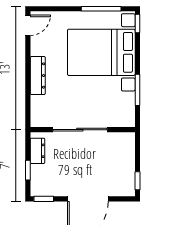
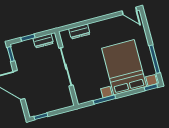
dresser: (38, 76) -> (79, 31), moved, width x0.70

